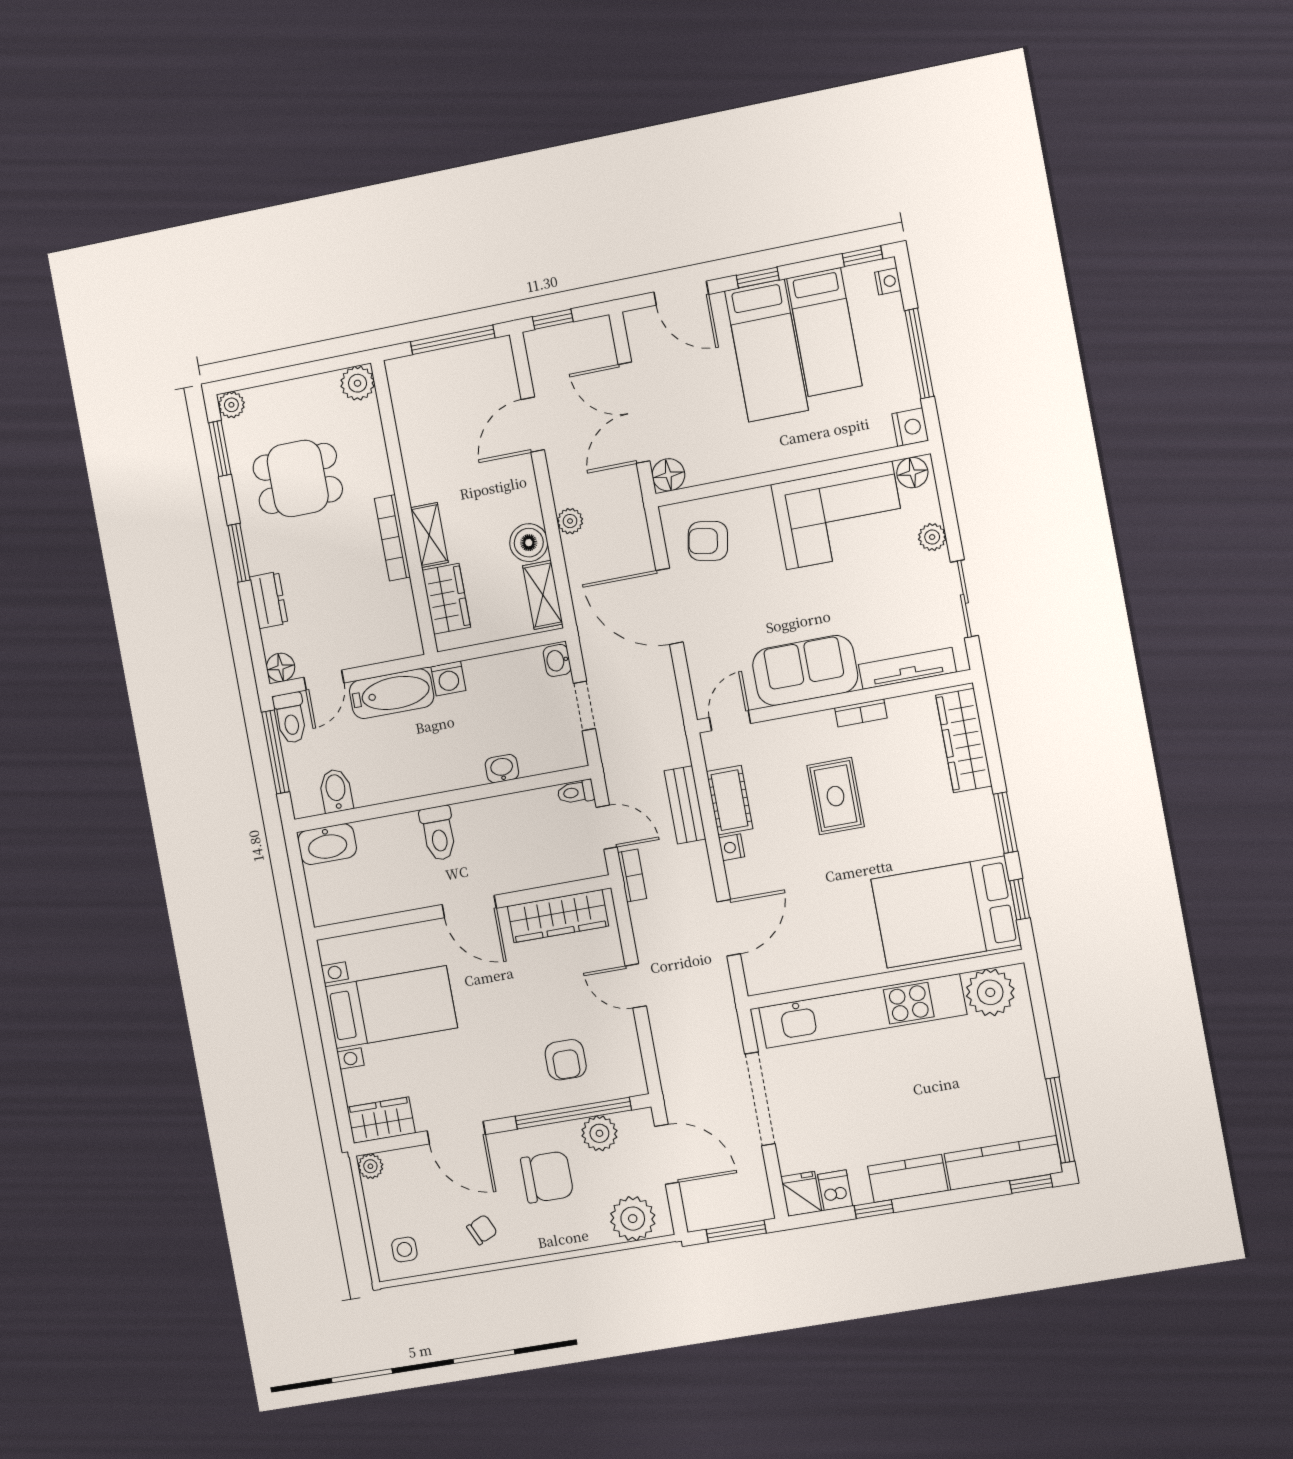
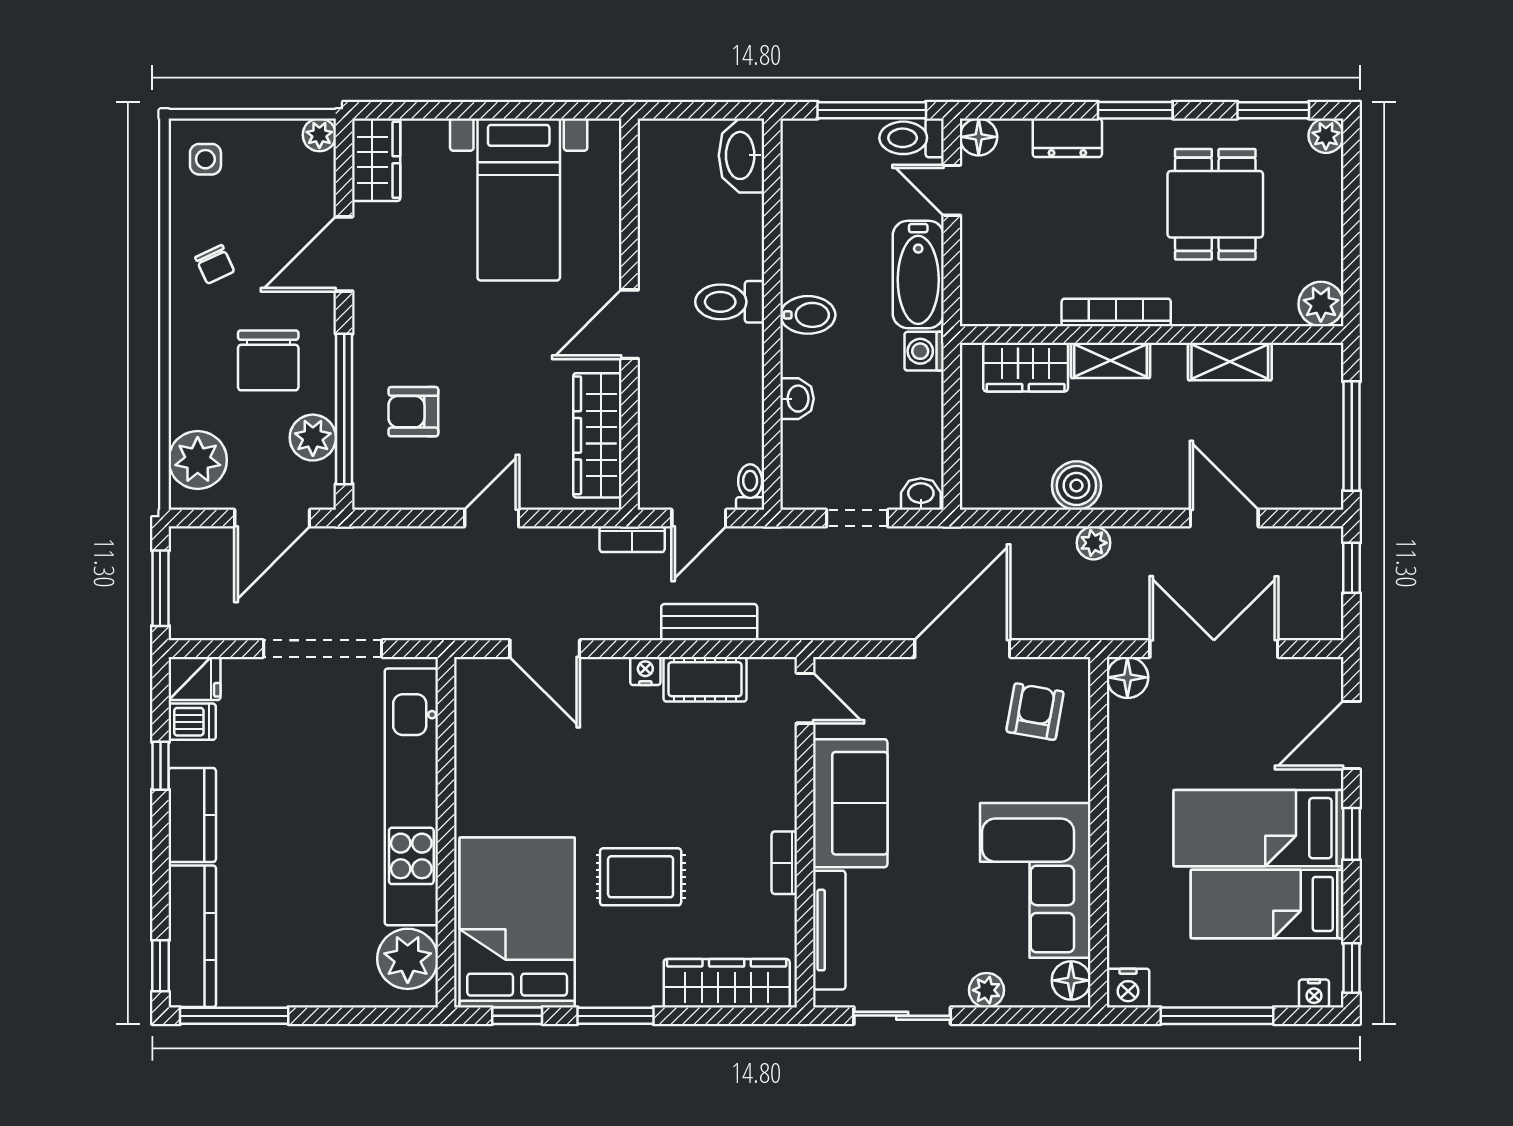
shelving: (543, 595) -> (1230, 361), moved
bidet: (336, 791) -> (808, 315), moved
rug: (836, 796) -> (641, 877), moved

